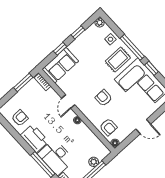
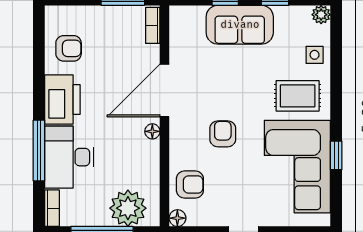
window: (132, 47) -> (336, 97), removed
sofa: (60, 65) -> (240, 25), moved
door: (68, 102) -> (165, 91), width x1.87
armchair: (108, 127) -> (190, 185), turned -90
plant: (94, 162) -> (128, 208), width x1.88, depth x1.88

